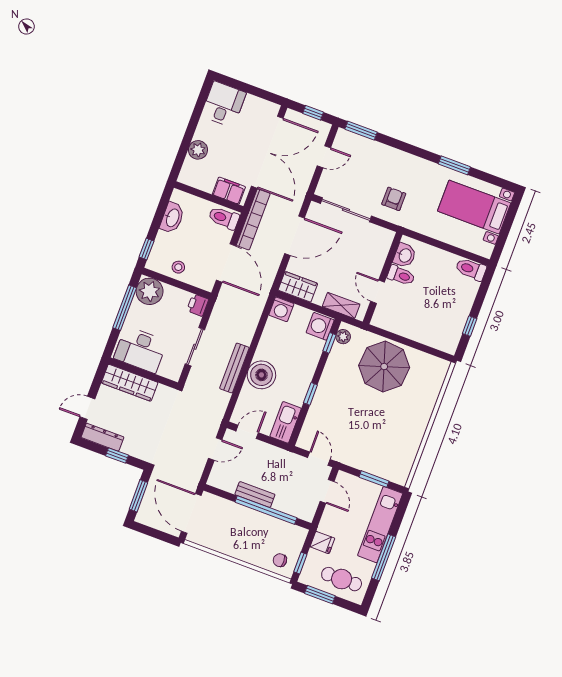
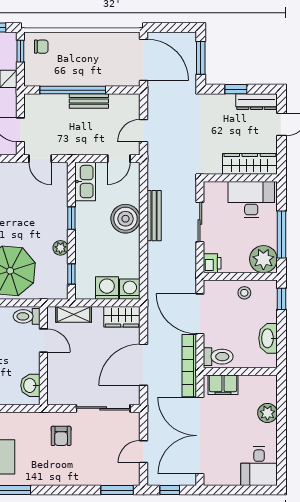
toilet: (401, 275) -> (27, 316), moved
washing machine: (320, 326) -> (107, 288), moved, turned -90
plant: (343, 337) -> (60, 248), moved

